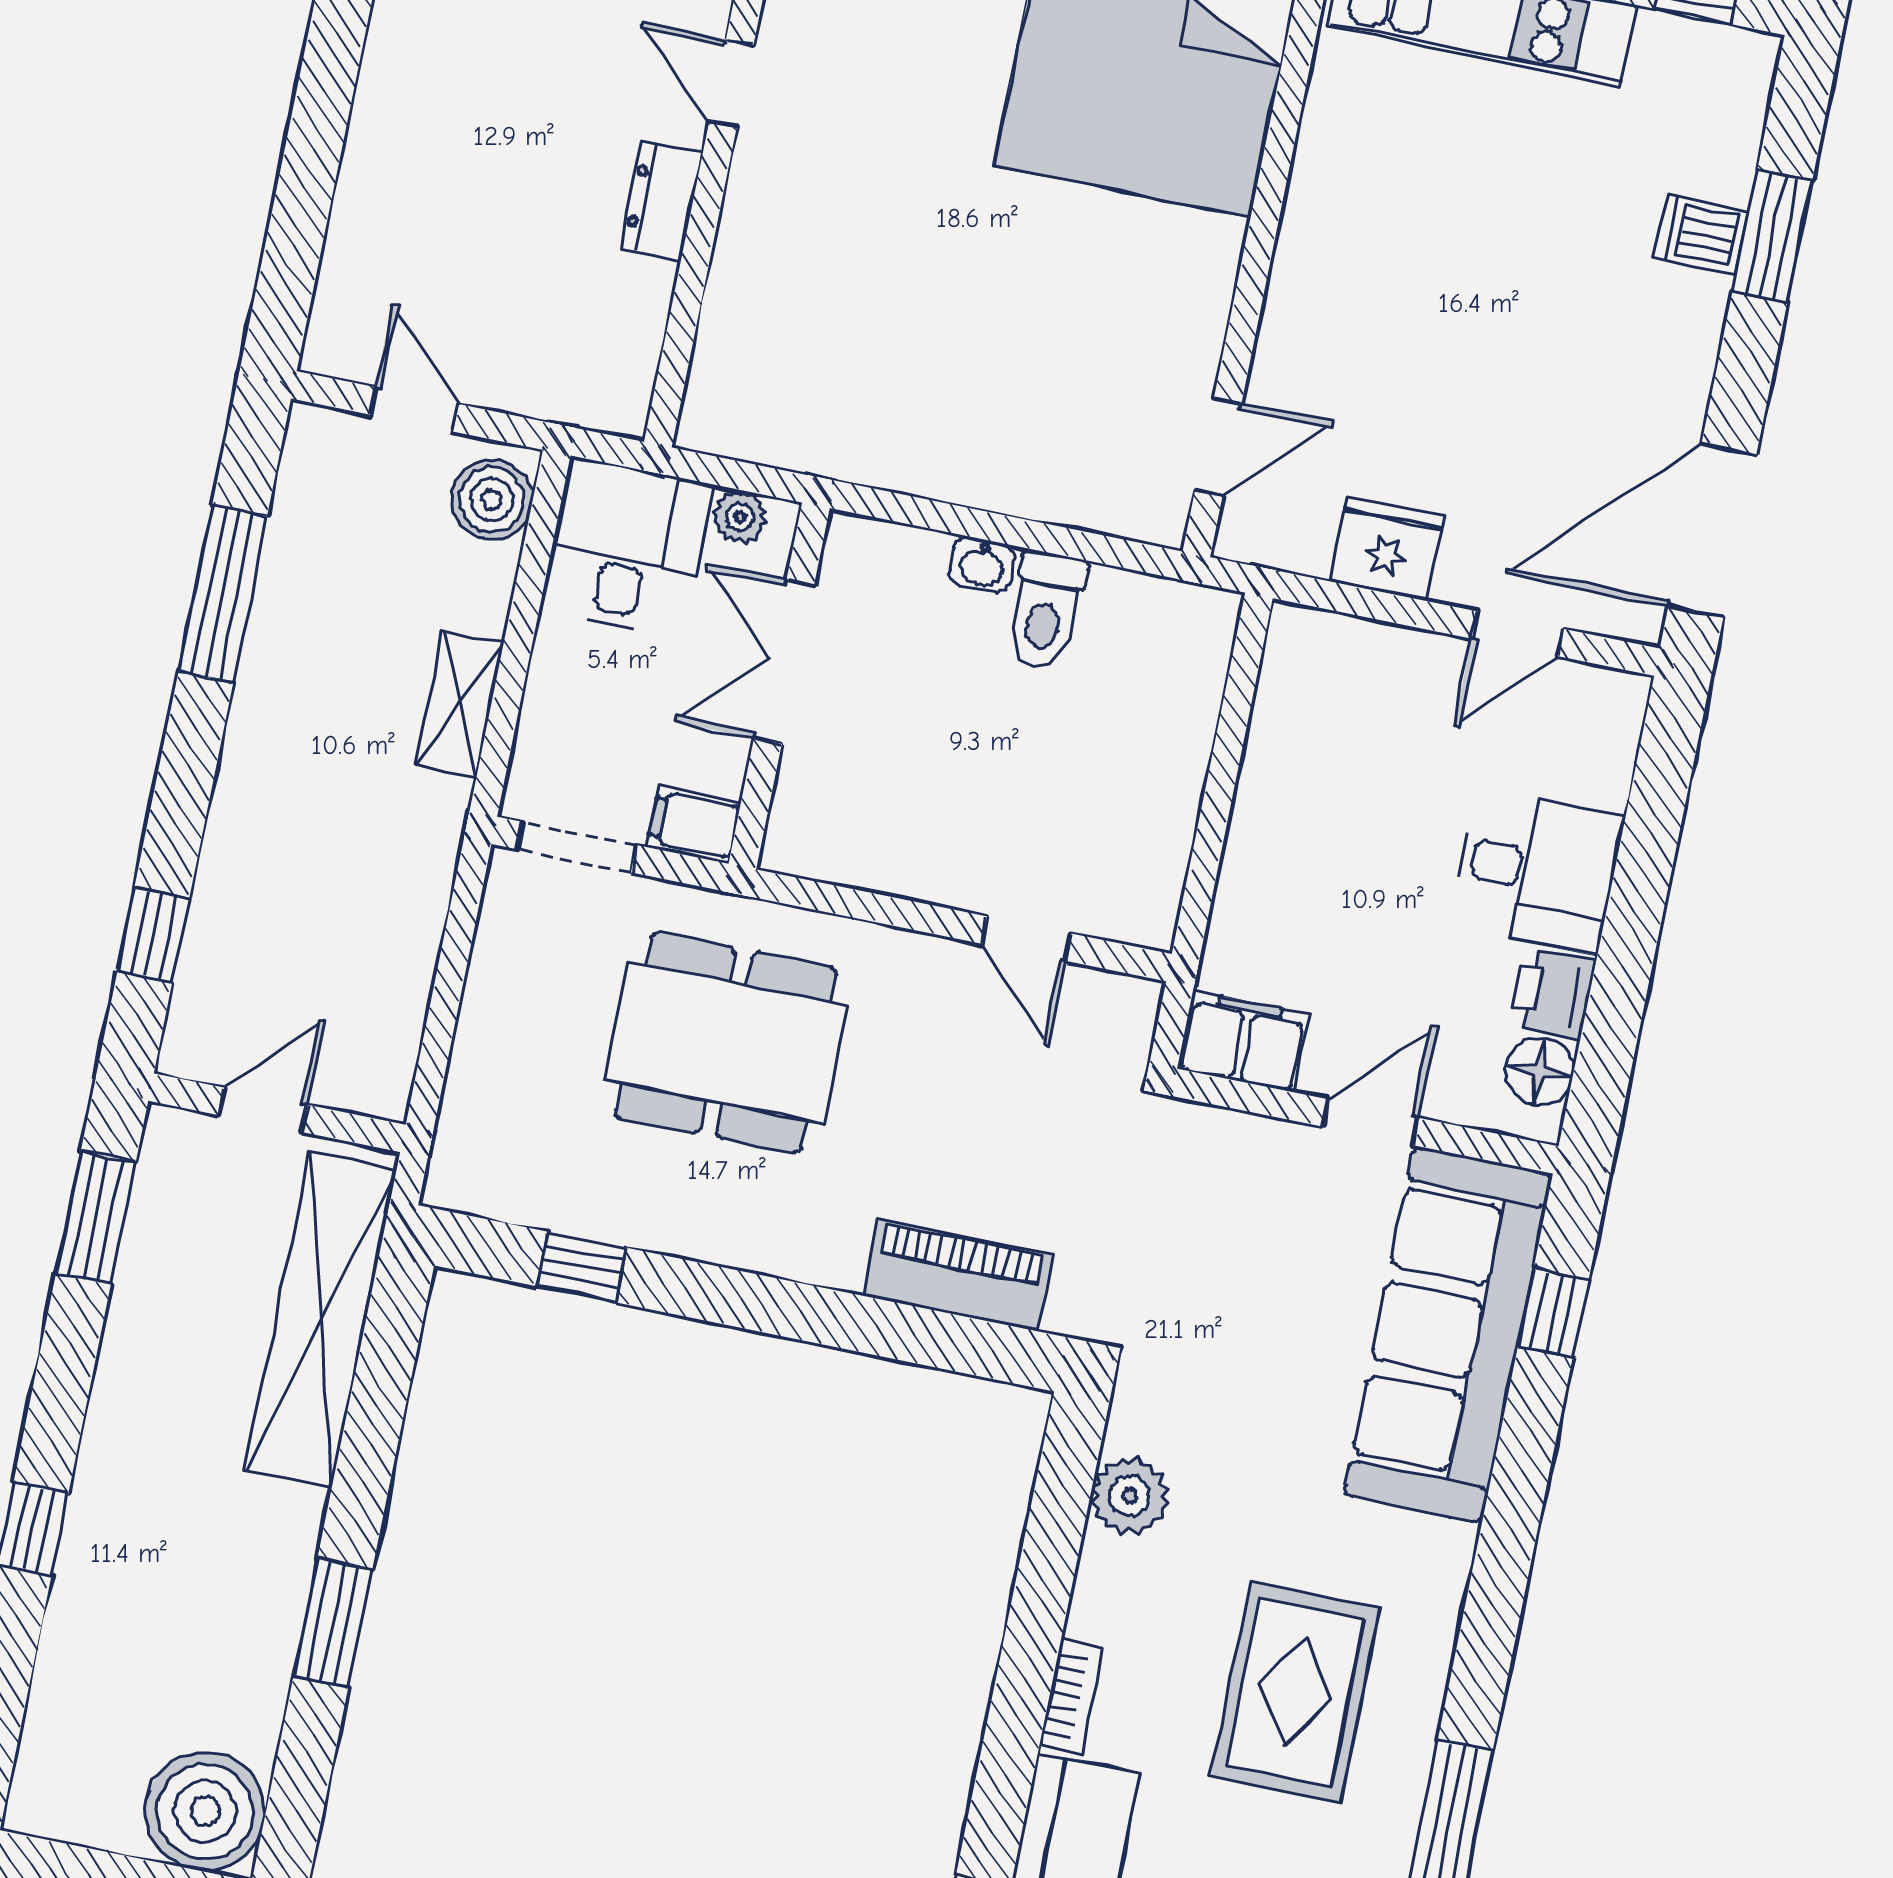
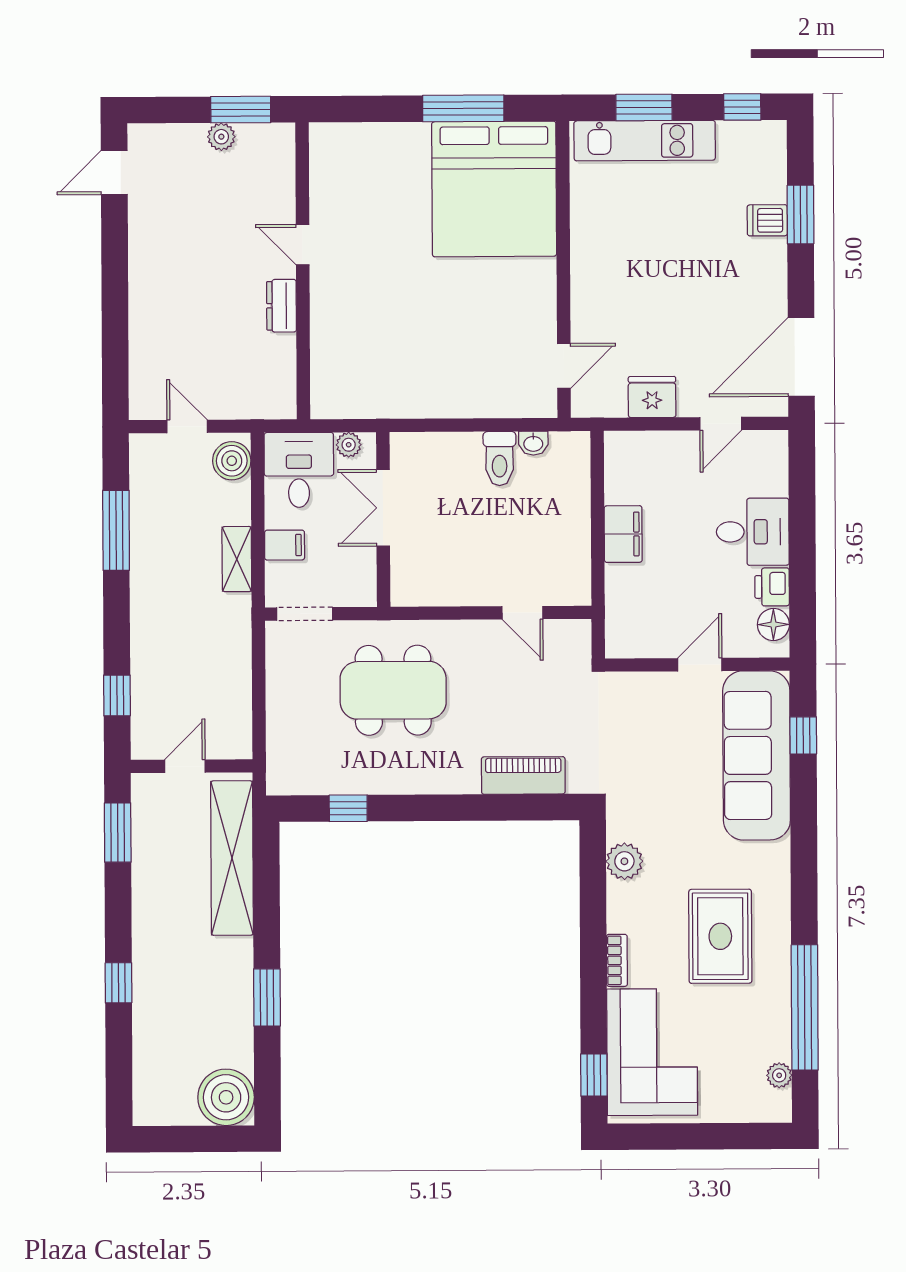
washbasin: (982, 565) -> (533, 443), moved
filing cabinet: (694, 825) -> (285, 545), moved, turned 180
filing cabinet: (1243, 1041) -> (623, 534), moved, turned 90

